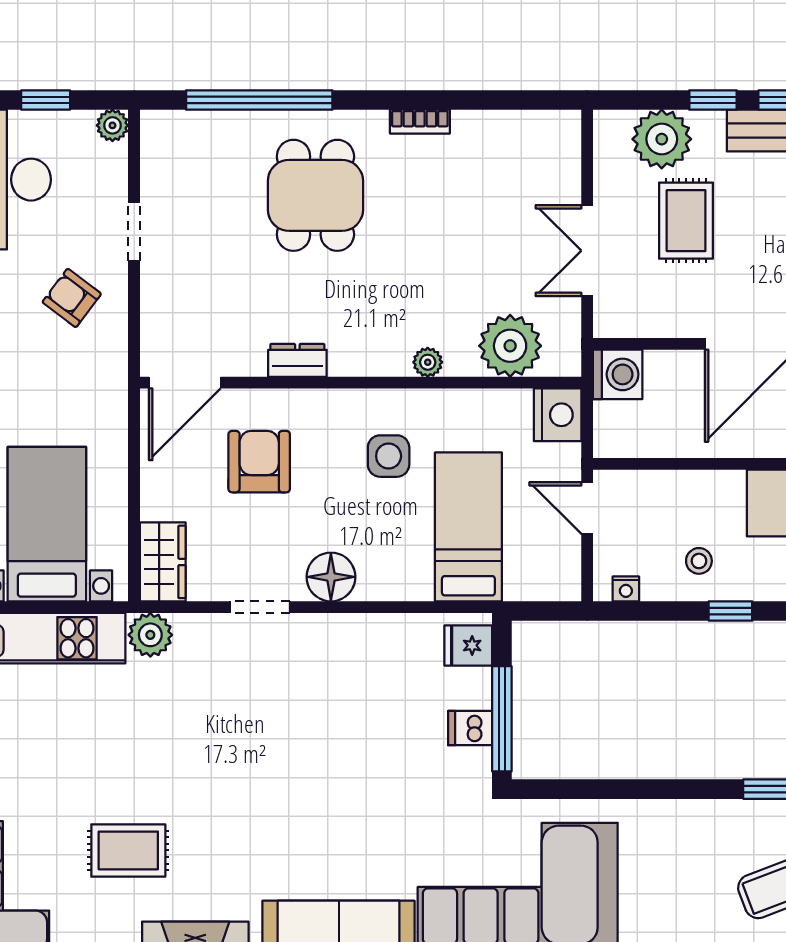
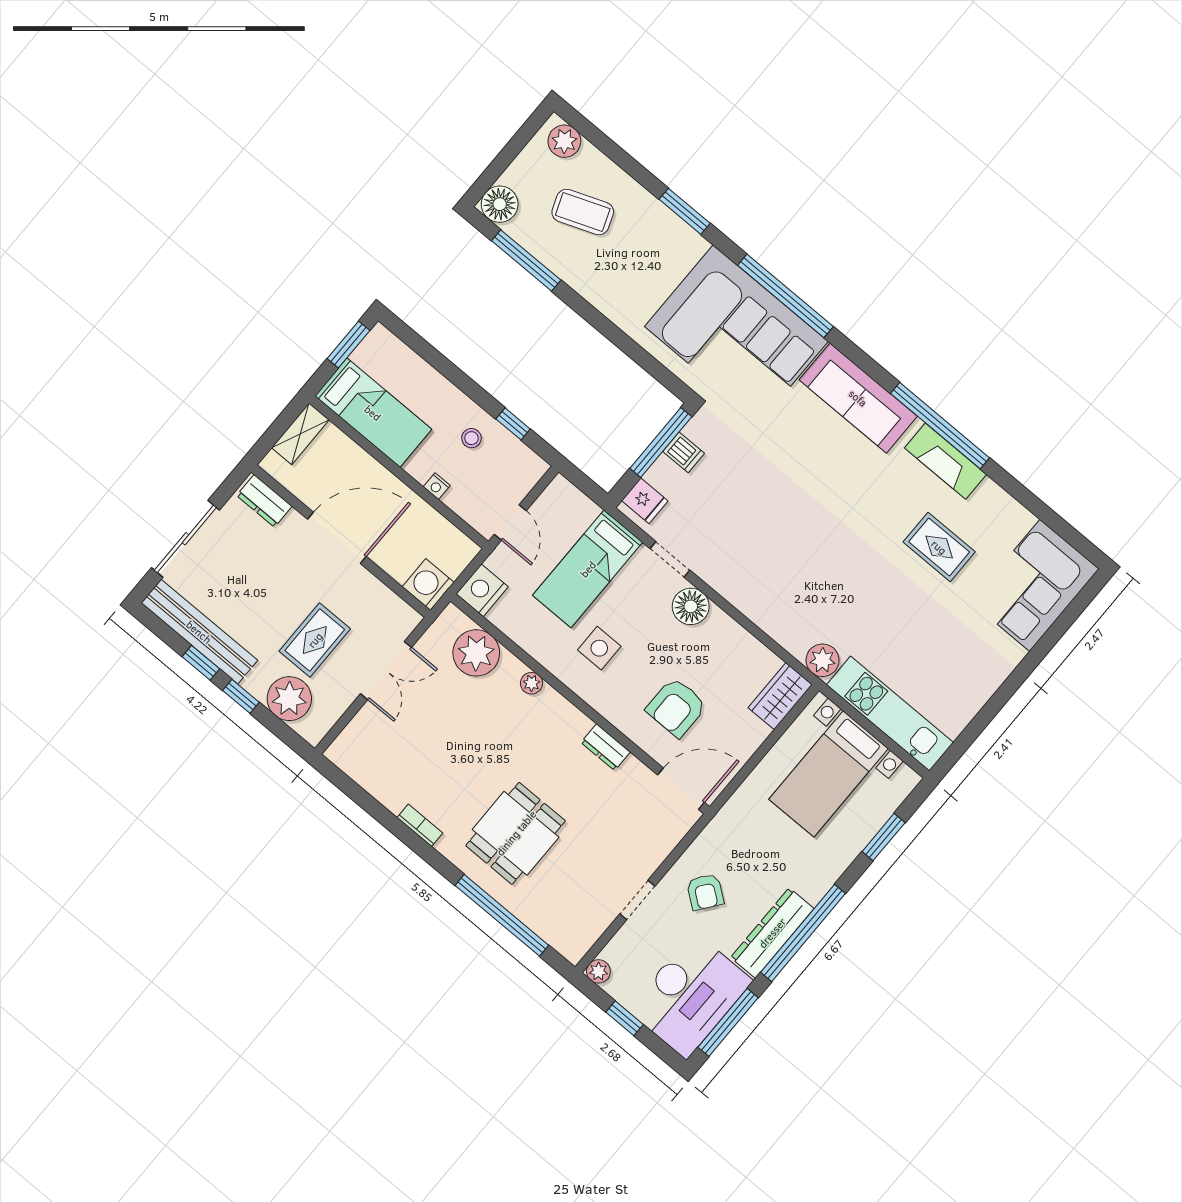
nightstand: (626, 589) -> (437, 486), moved, turned 180
doorway: (260, 607) -> (670, 559), moved
window: (730, 611) -> (513, 424), moved

